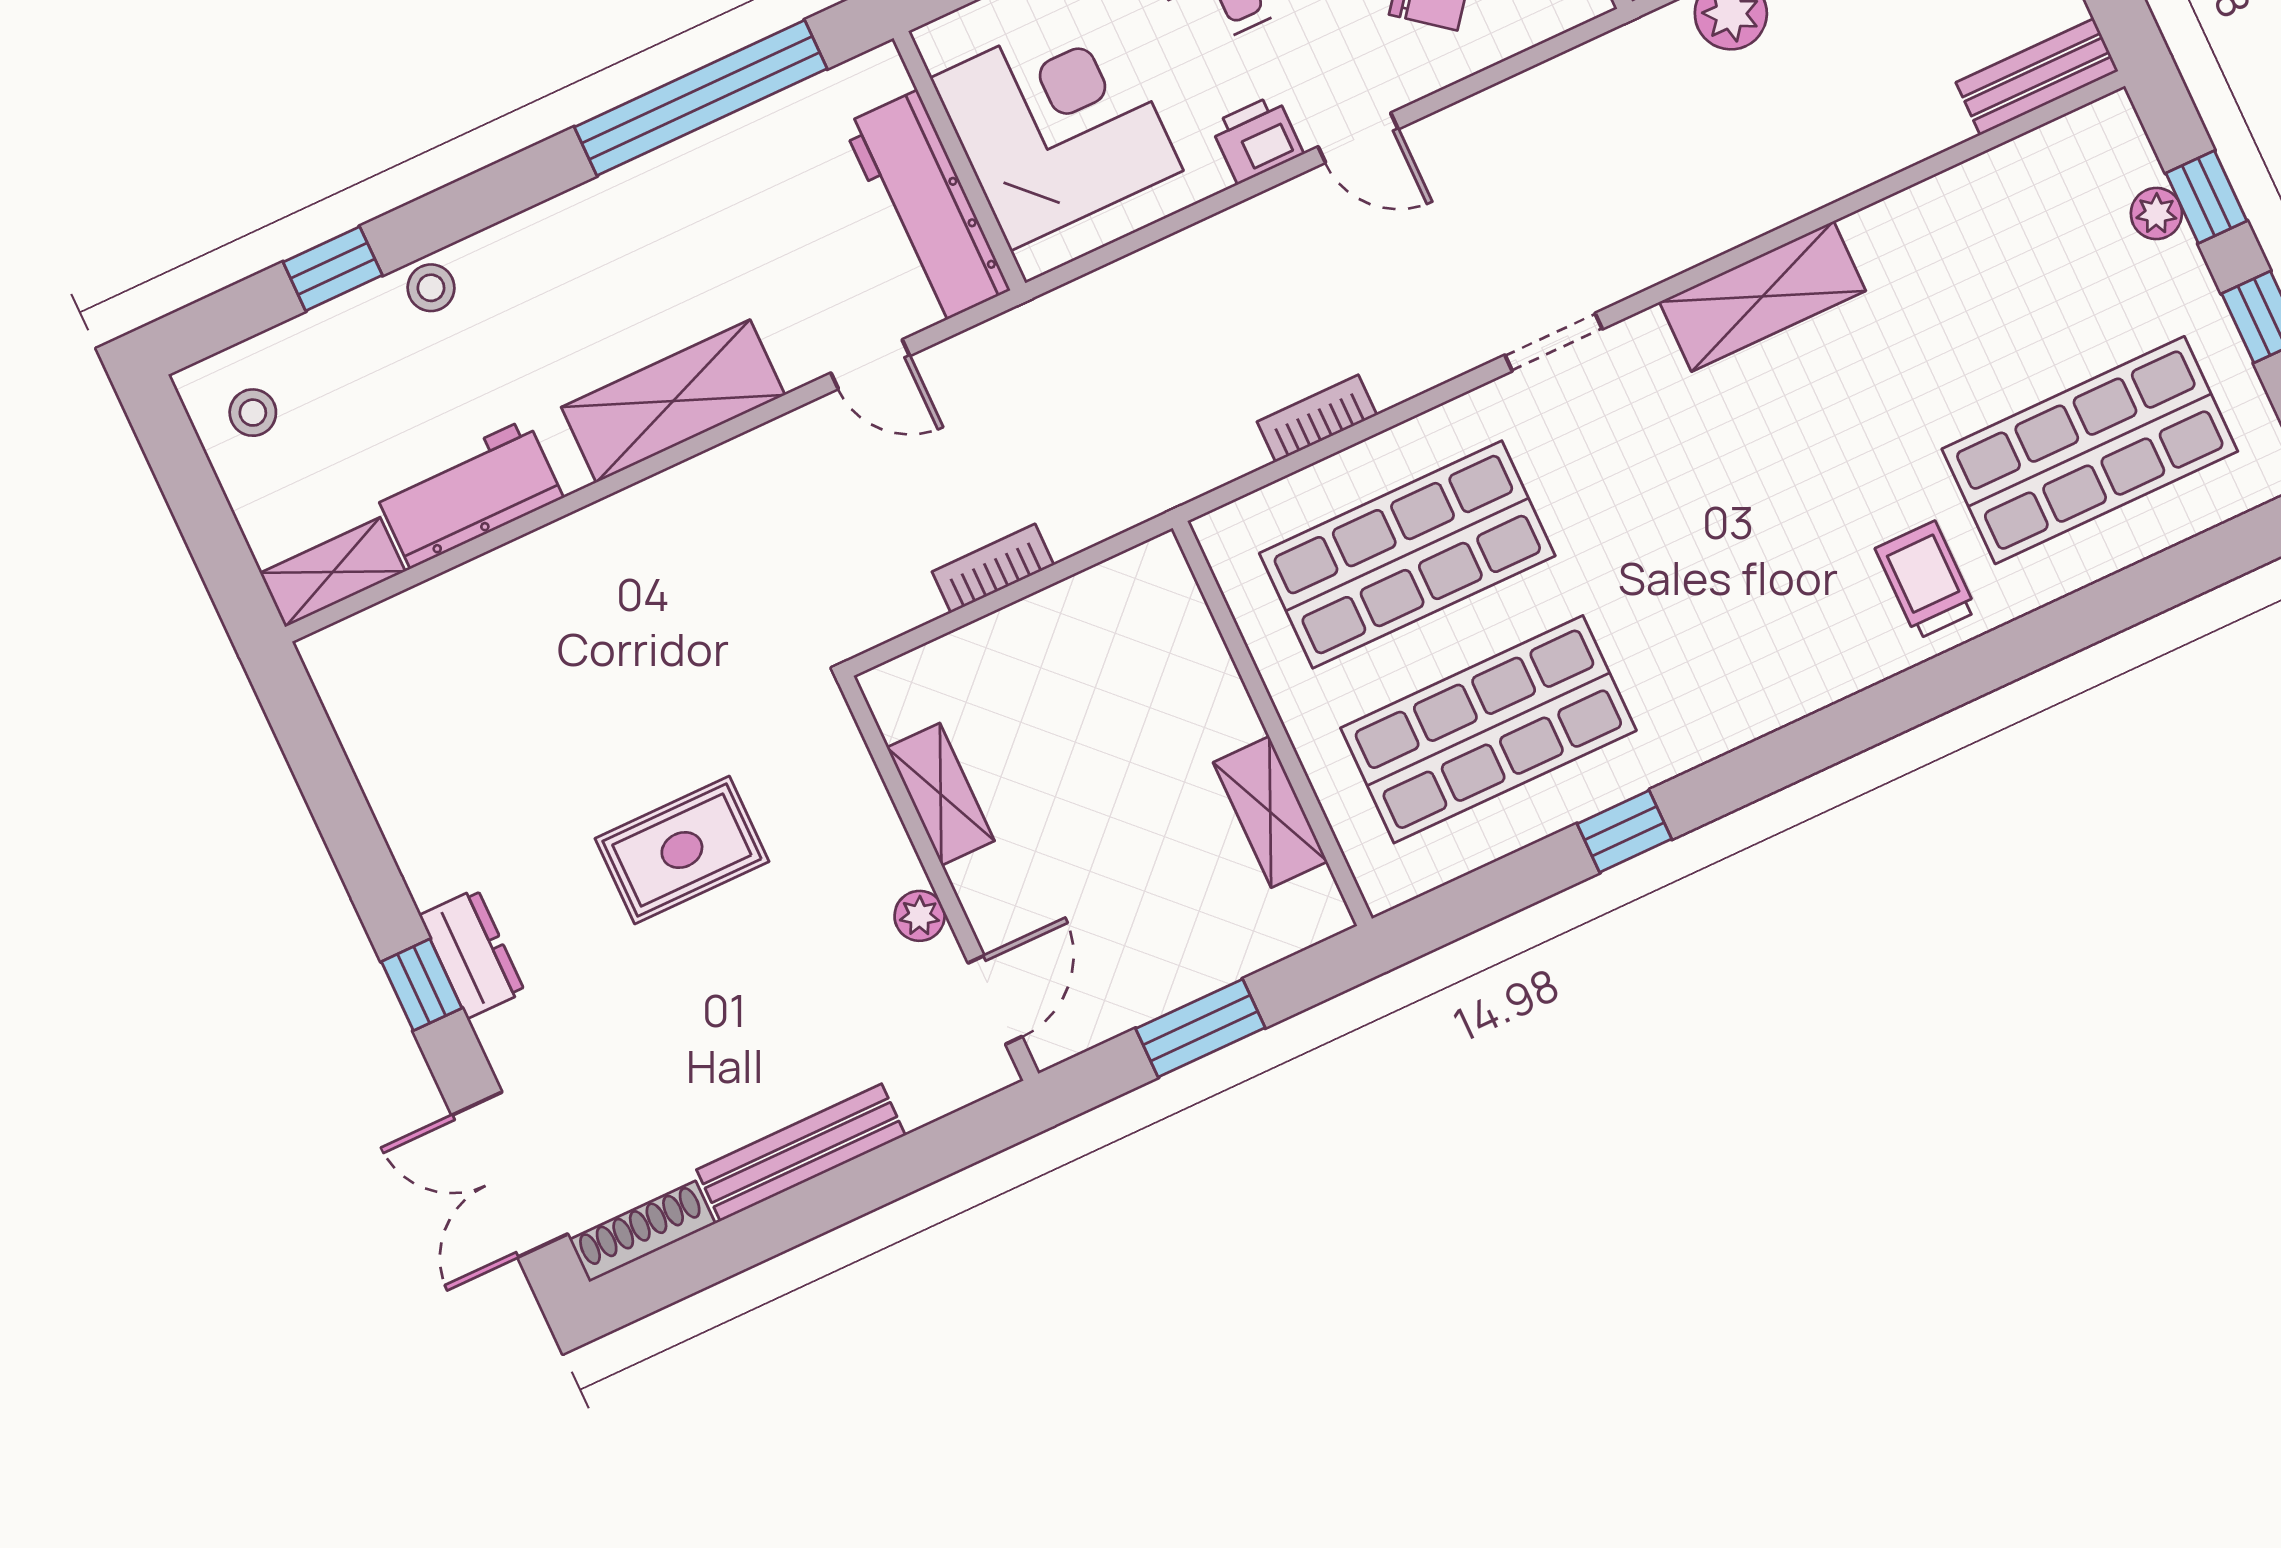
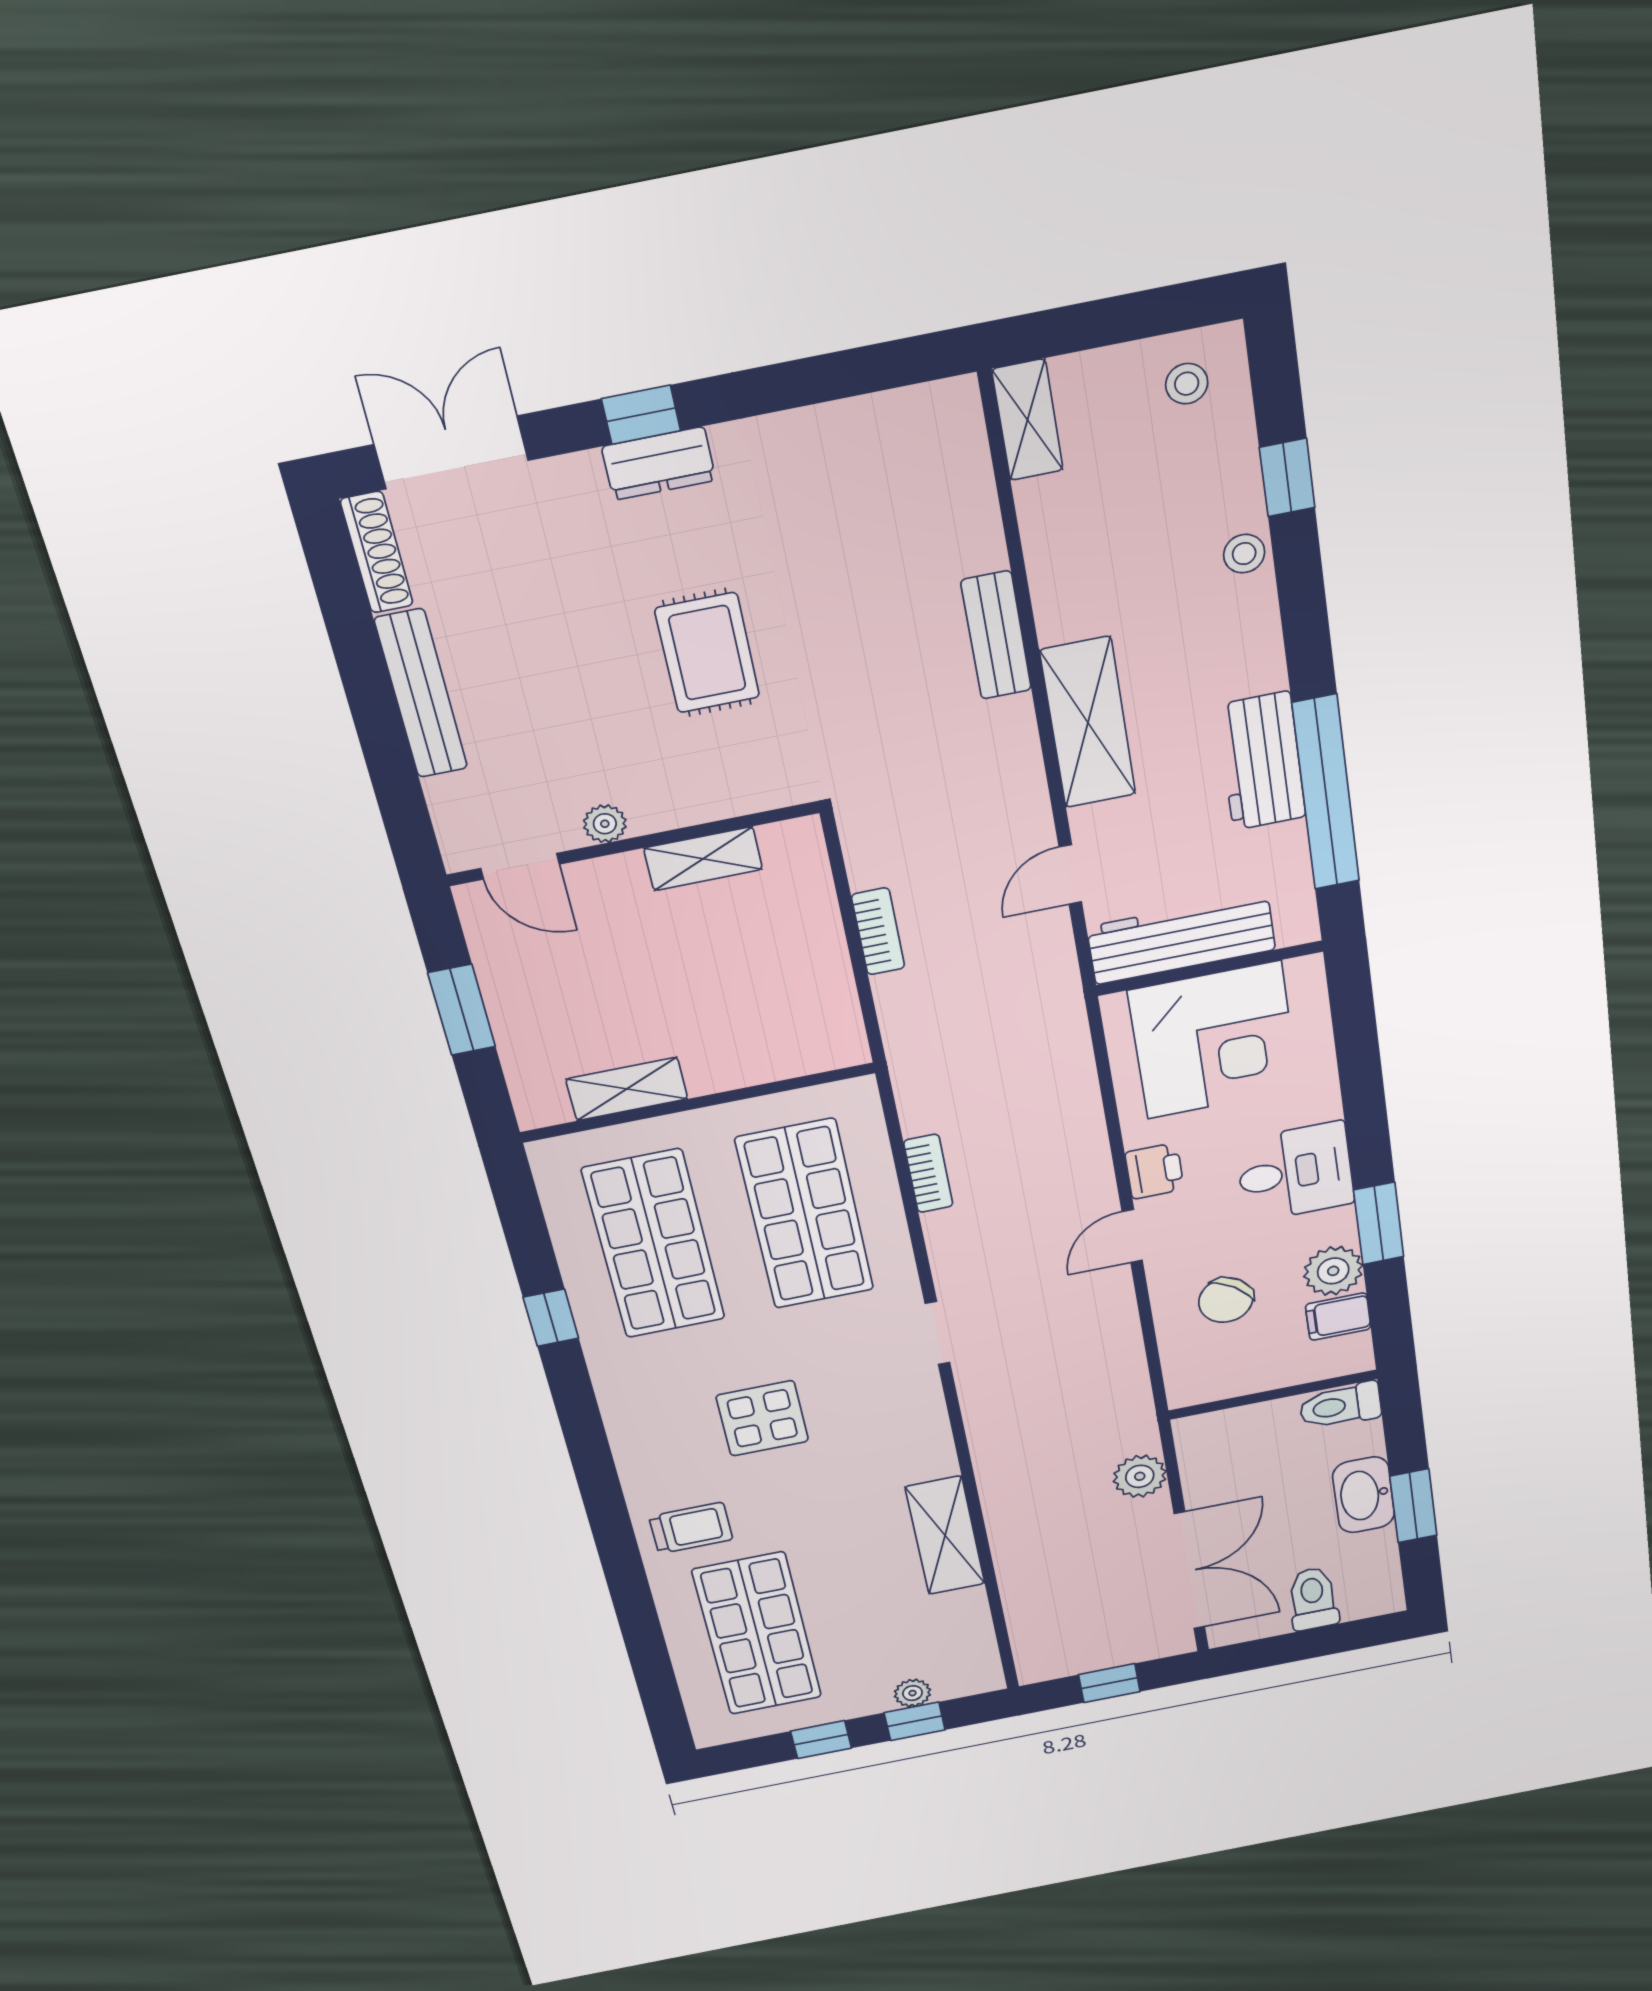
bench: (2037, 77) -> (996, 635), moved
shelving: (1763, 296) -> (945, 1535), moved
workbench: (469, 494) -> (1261, 761), moved, turned 180
display table: (1730, 531) -> (762, 1418), added

